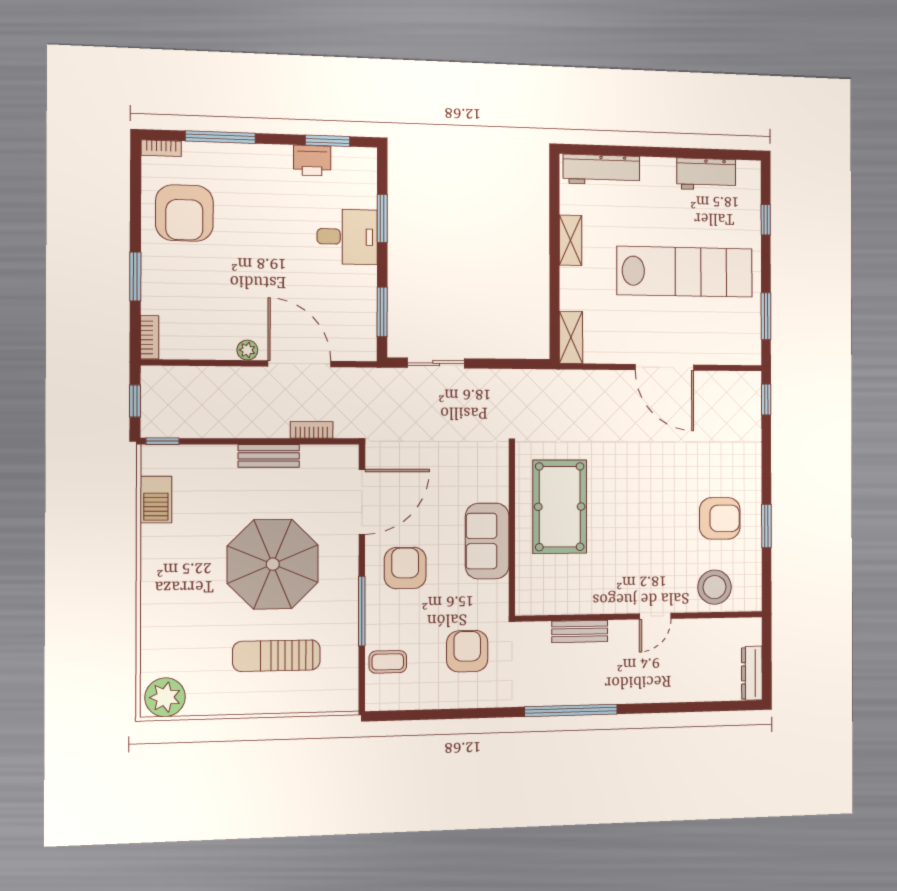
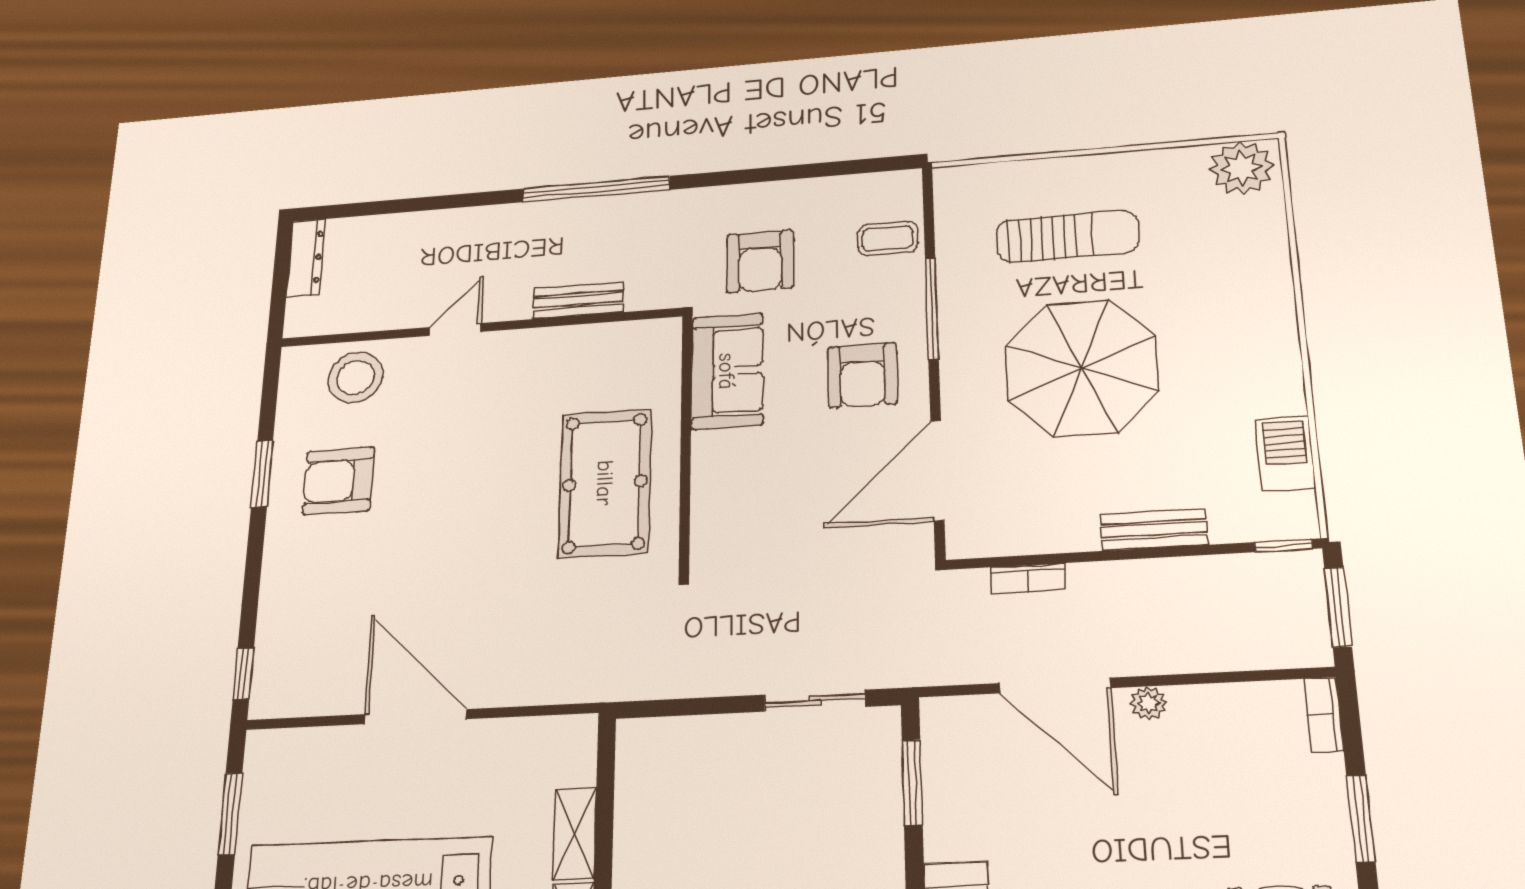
shelving: (571, 337) -> (575, 834), moved
window: (135, 401) -> (1338, 607), width x1.50
bench: (269, 456) -> (1154, 530), moved
sofa: (487, 541) -> (727, 371), moved

